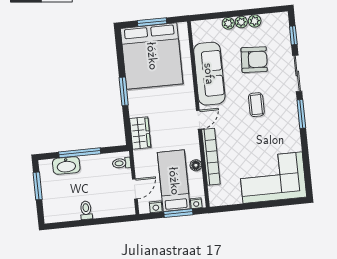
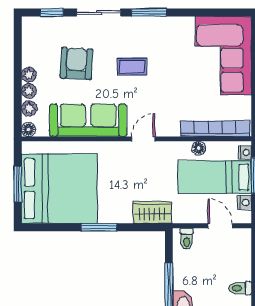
plant: (255, 21) -> (29, 108), moved
floor lamp: (197, 26) -> (29, 129), added
door: (199, 120) -> (143, 139), hinge flipped
bookcase: (211, 157) -> (215, 129), moved

